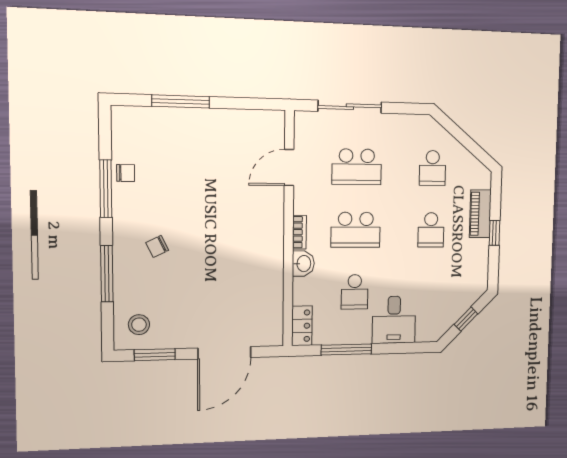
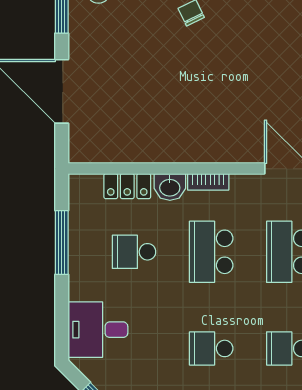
desk: (394, 320) -> (98, 330), moved
locker: (302, 326) -> (127, 186), moved

